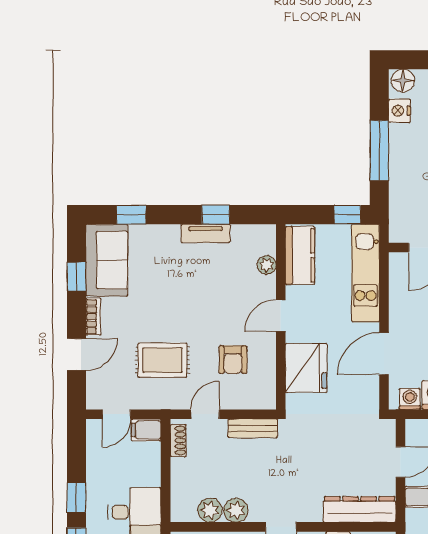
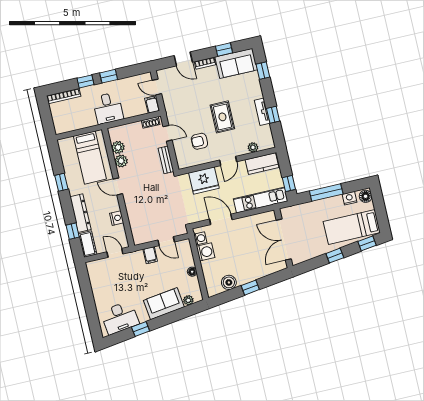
door: (281, 316) -> (228, 161), swing flipped
rug: (162, 360) -> (222, 117), moved
dresser: (359, 509) -> (137, 225), removed

